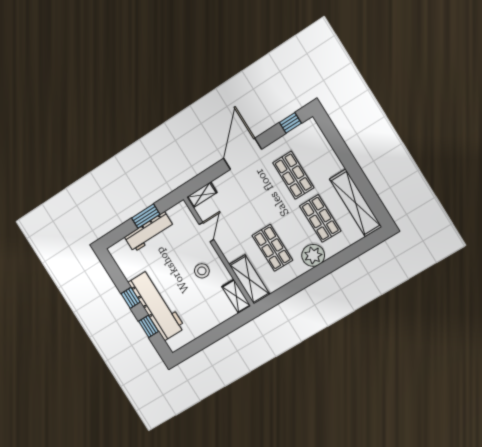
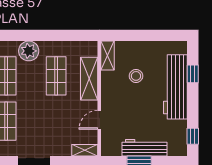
stool: (202, 271) -> (136, 76), moved
shelving: (249, 279) -> (89, 79), moved
window: (131, 298) -> (193, 136), moved

